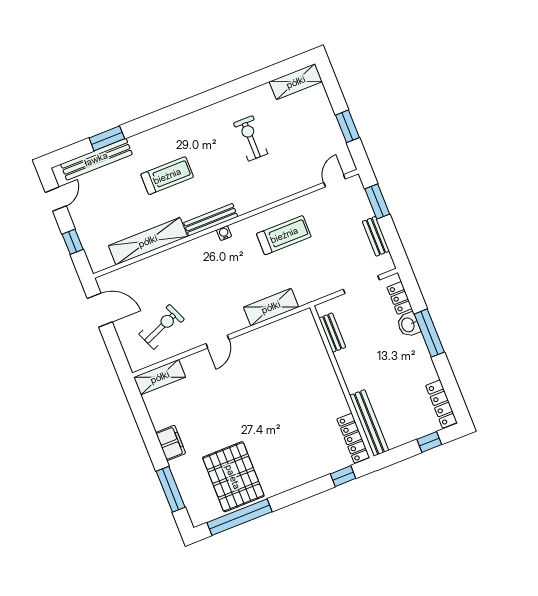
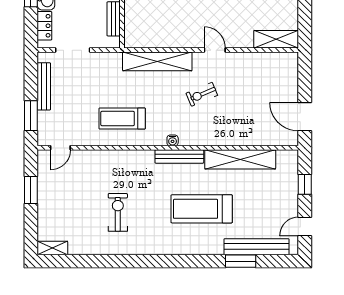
shelving: (296, 82) -> (52, 248), width x0.67, depth x0.75
exercise bike: (251, 138) -> (118, 212), turned 180
treadmill: (167, 176) -> (202, 209), width x1.37, depth x1.38
bench: (376, 236) -> (44, 86), width x1.36
shelving: (271, 307) -> (157, 61), width x1.47
exercise bike: (162, 327) -> (202, 94), moved, width x0.73, depth x0.72
door: (217, 342) -> (215, 50), hinge flipped

